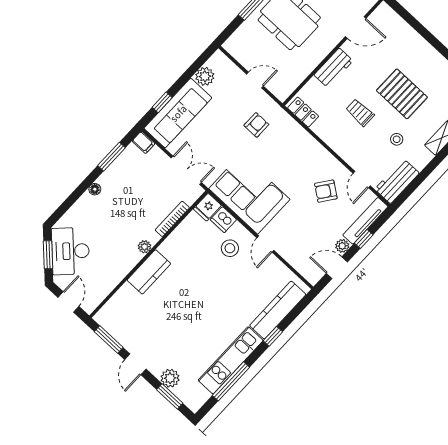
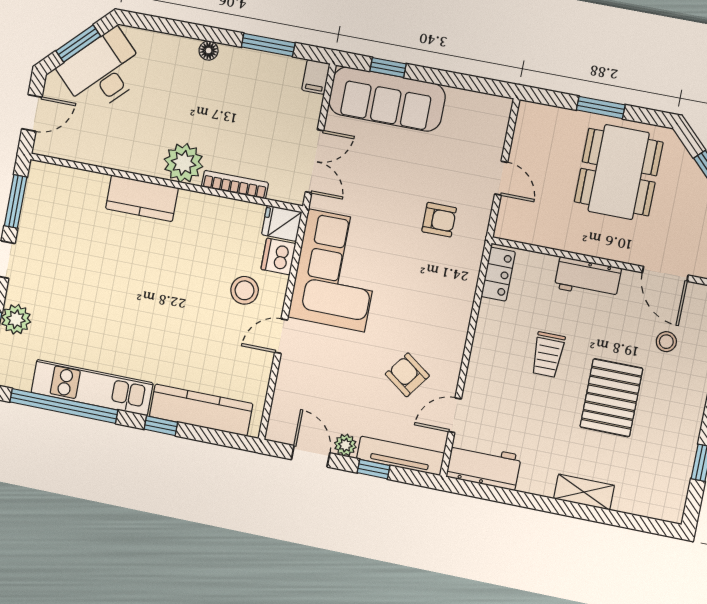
plant: (205, 76) -> (462, 104), removed
trolley: (360, 112) -> (548, 355), turned 180
stool: (397, 139) -> (666, 342), moved
plant: (145, 247) -> (183, 163), width x1.87, depth x1.87
window: (231, 381) -> (64, 406), width x1.46

